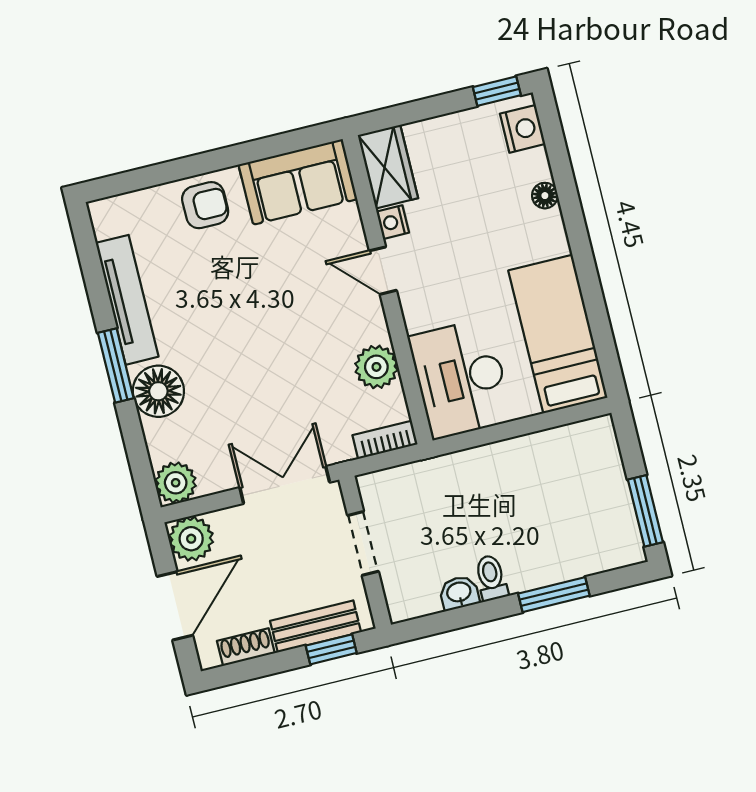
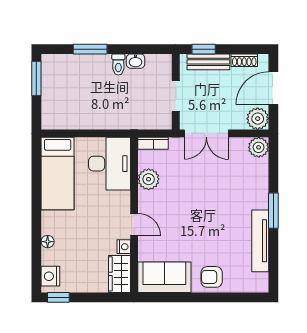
floor lamp: (158, 391) -> (256, 193), removed

